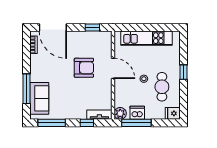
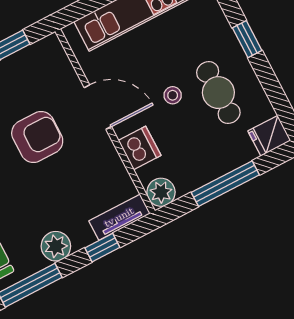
plant: (69, 113) -> (56, 246), added
dishwasher: (137, 113) -> (140, 148), moved, turned 90
window: (136, 123) -> (225, 184), moved

